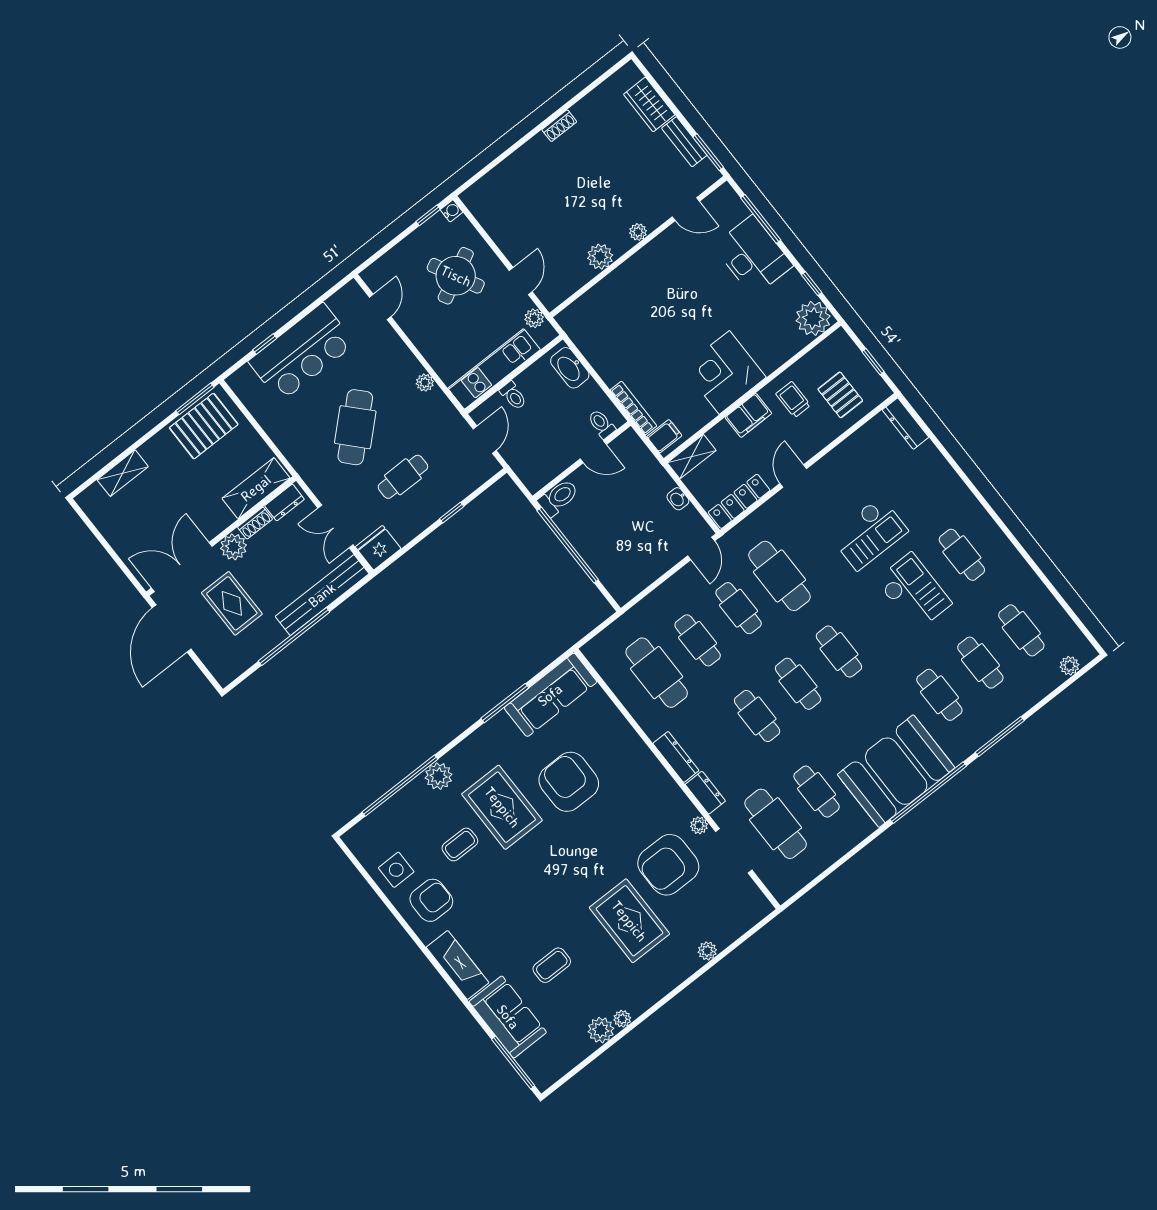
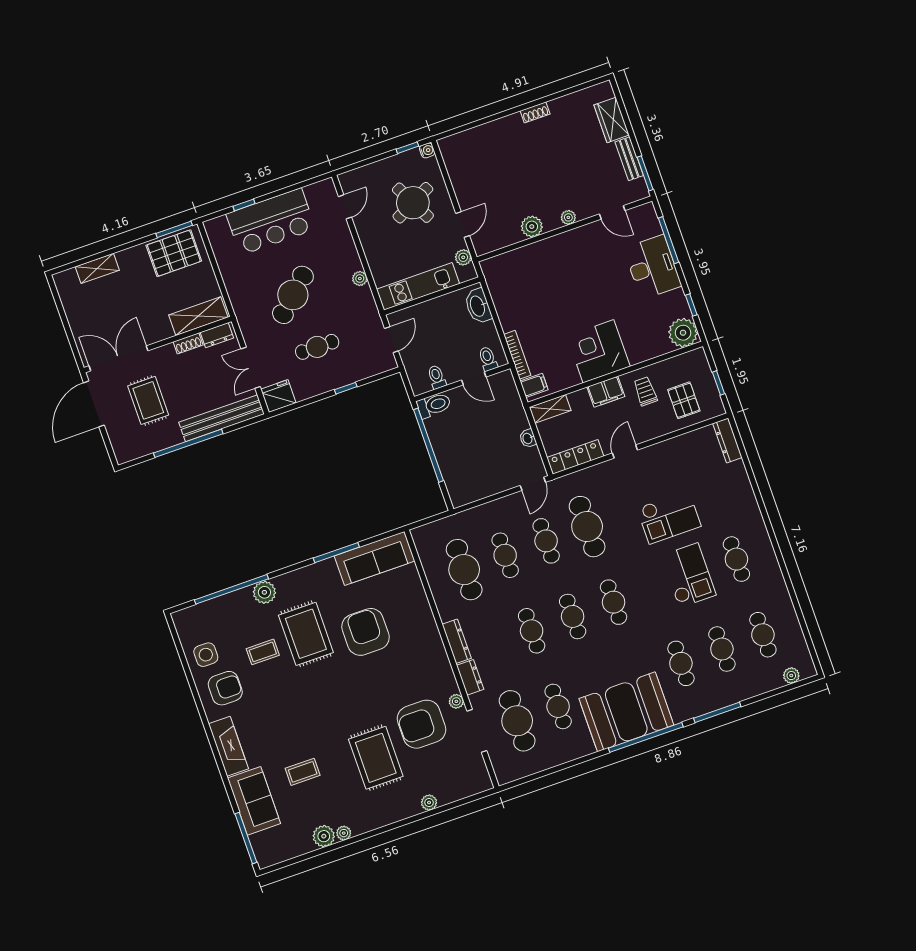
toilet: (513, 396) -> (437, 377), moved, turned 180
plant: (234, 547) -> (165, 356), removed

